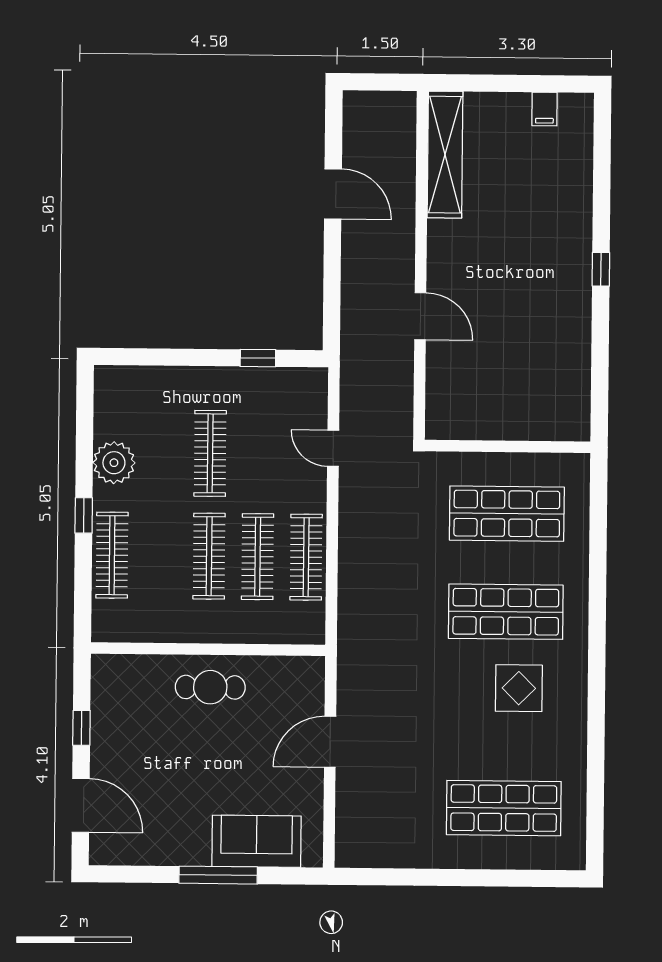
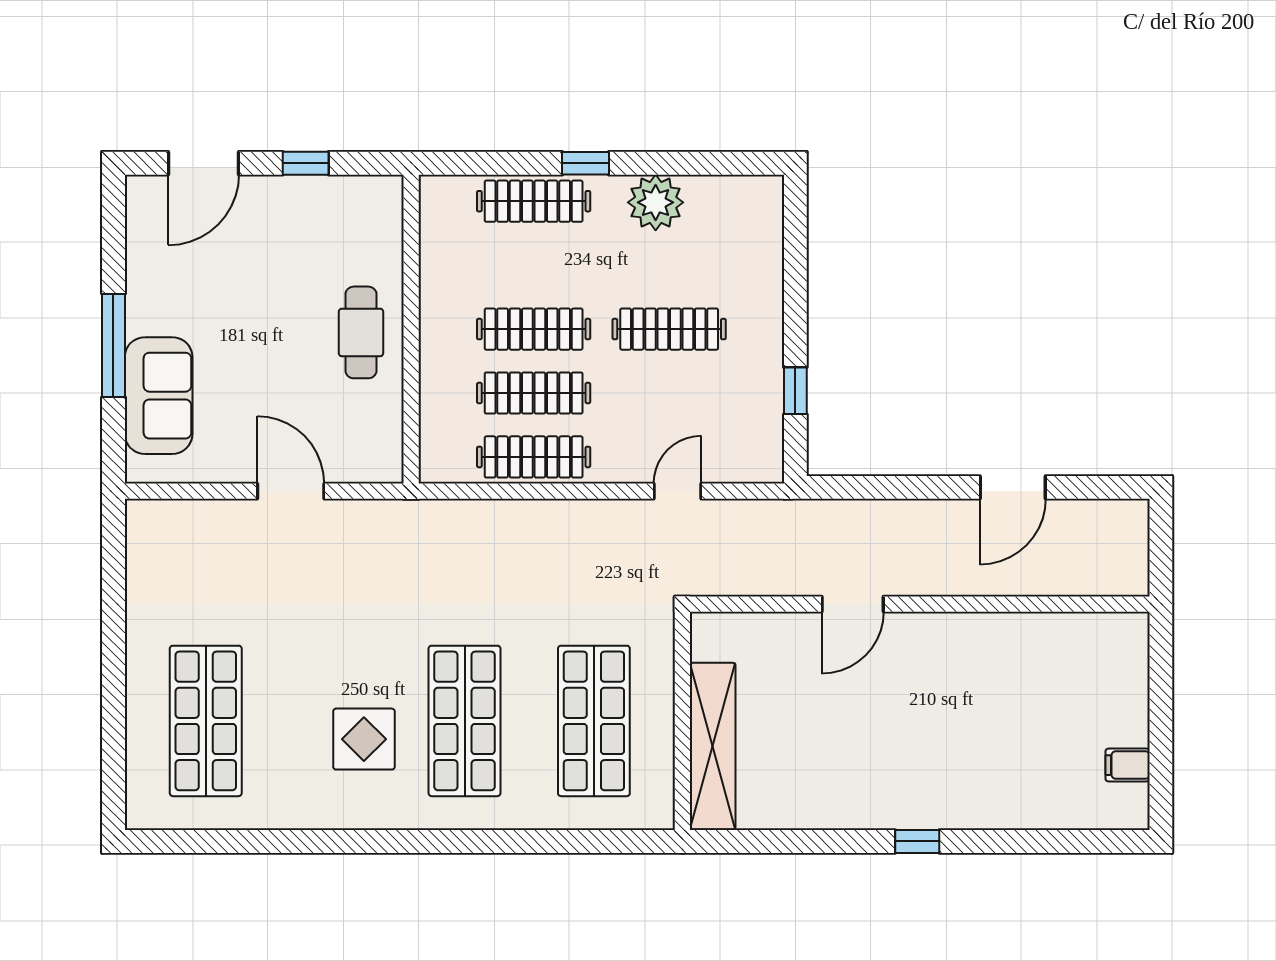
shelving: (445, 155) -> (713, 746), moved, turned 90

